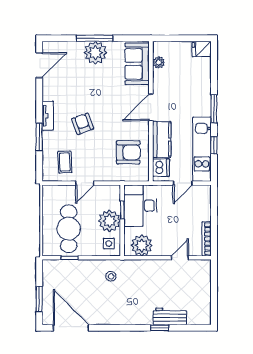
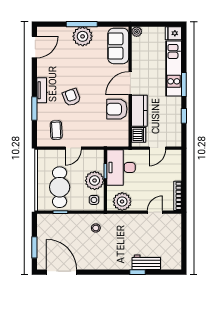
plant: (159, 62) -> (137, 32), moved
kitchen unit: (202, 149) -> (174, 69), moved
armchair: (128, 152) -> (117, 109), moved, turned 180

